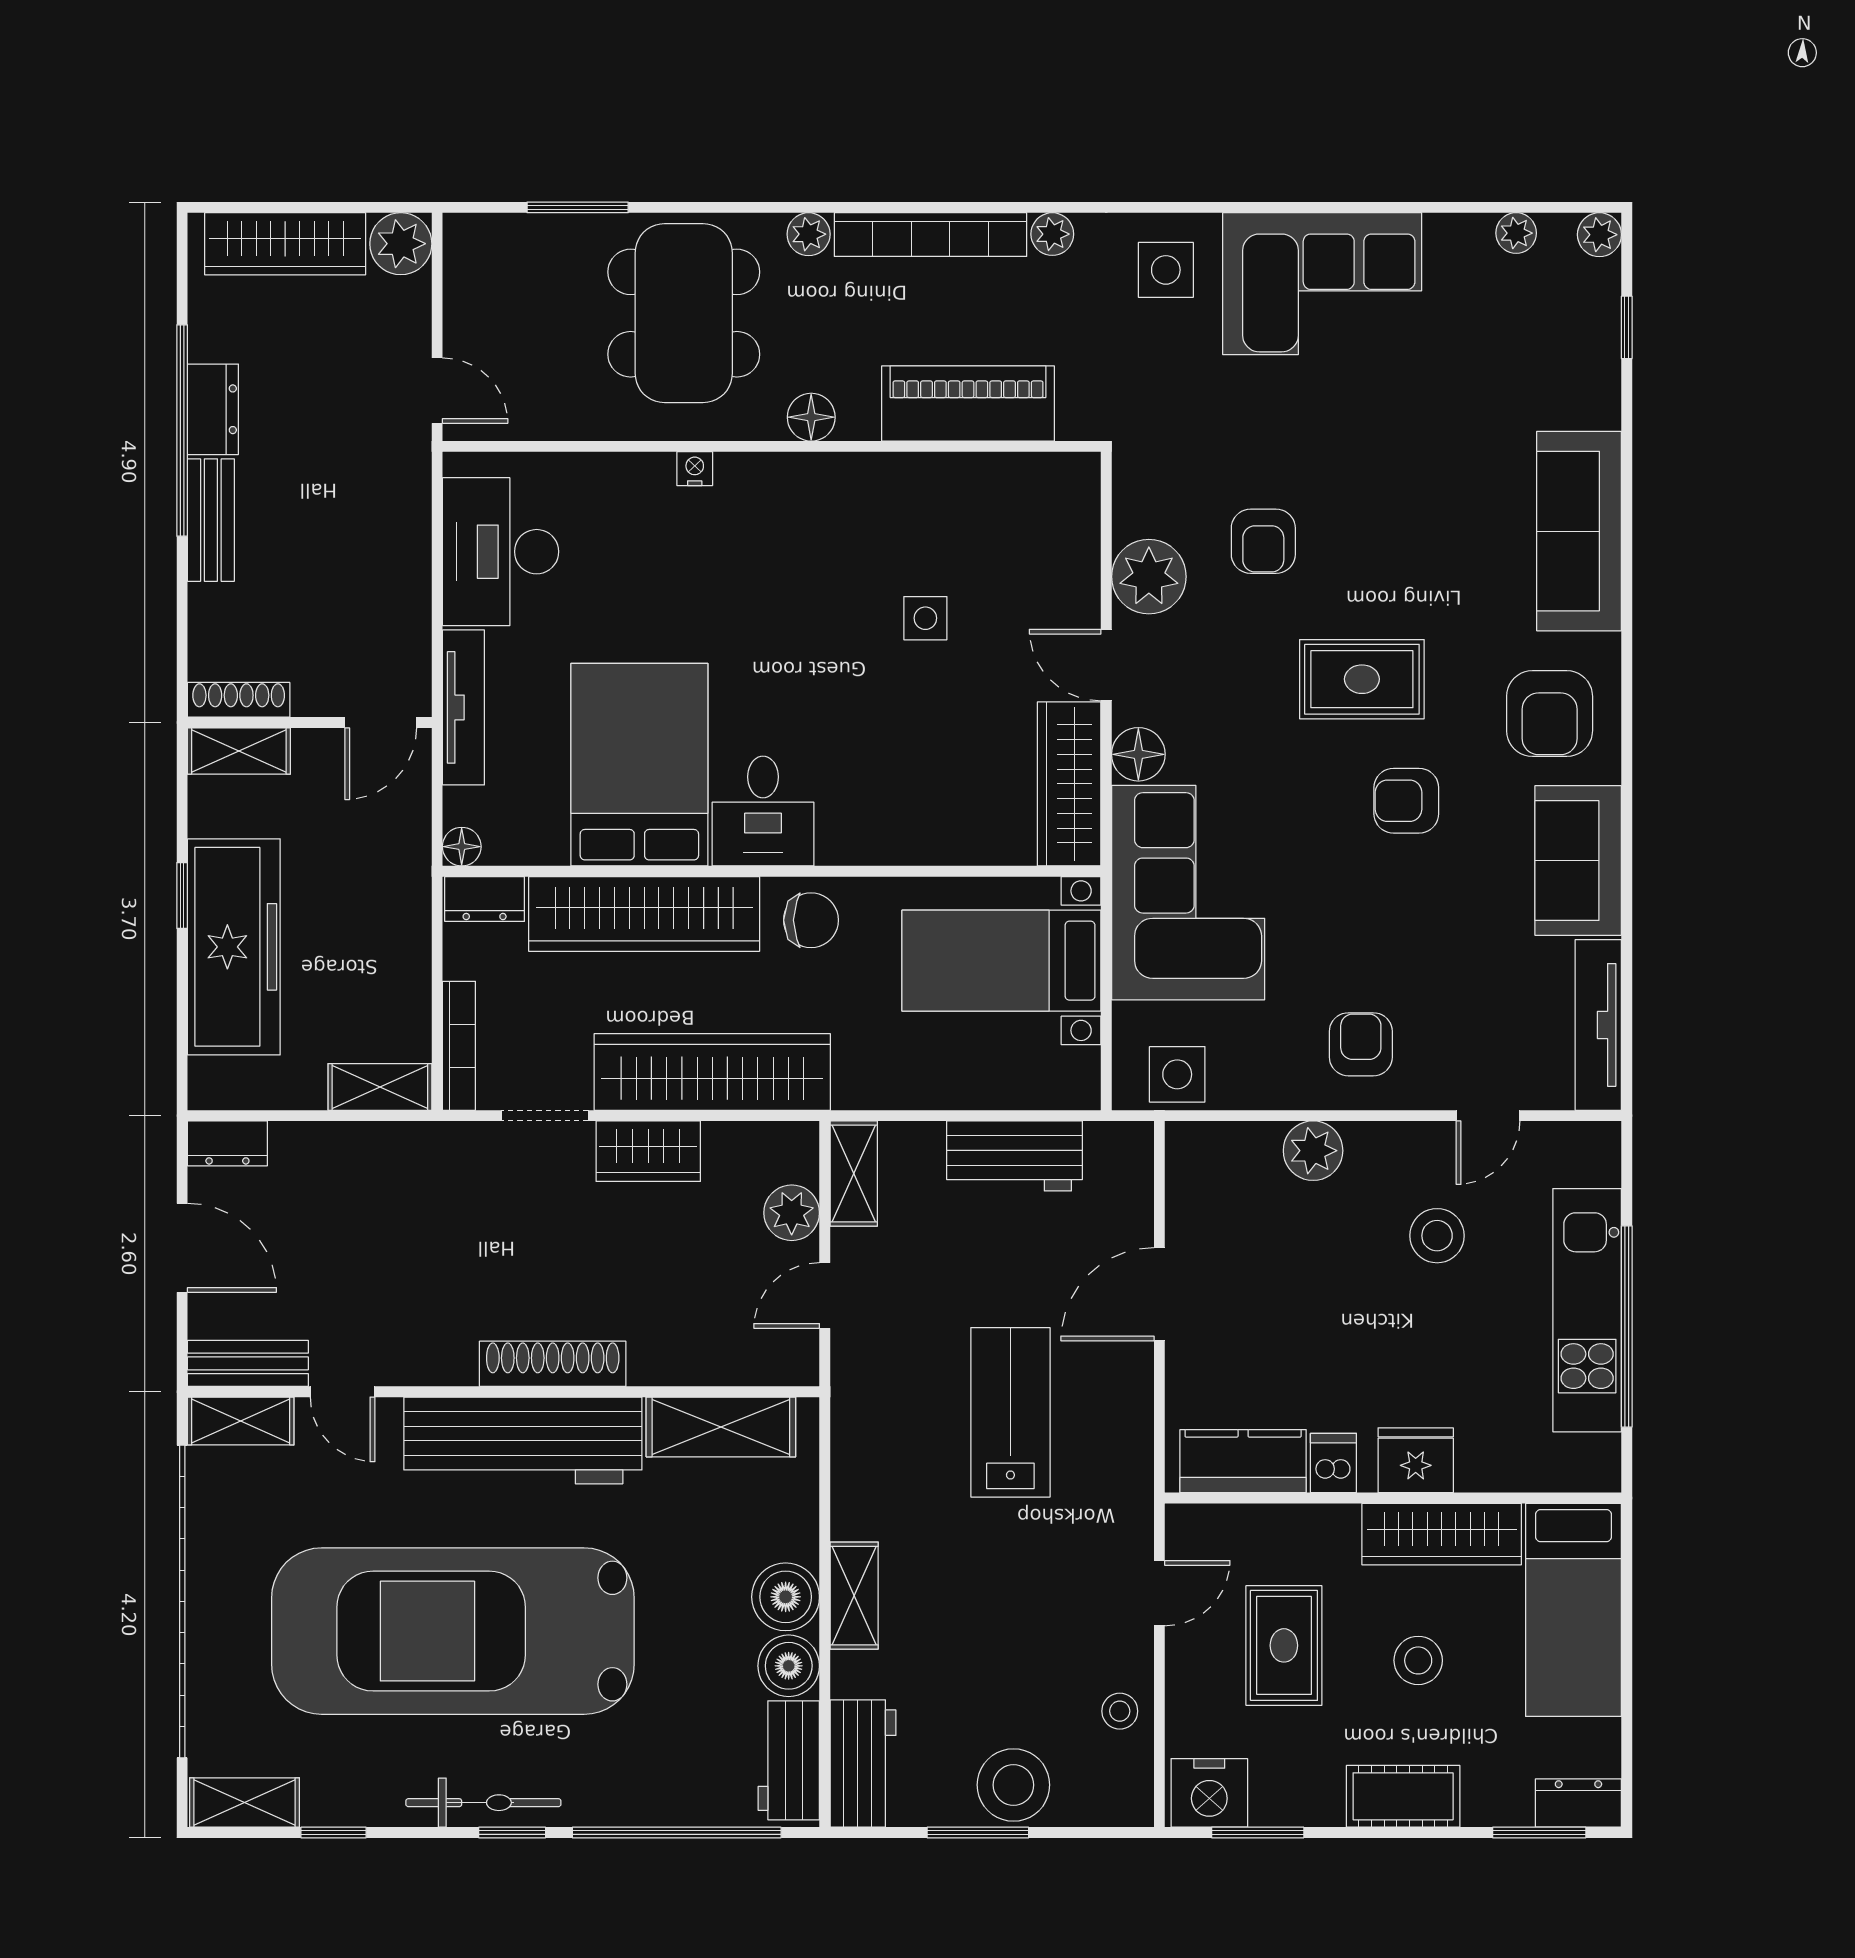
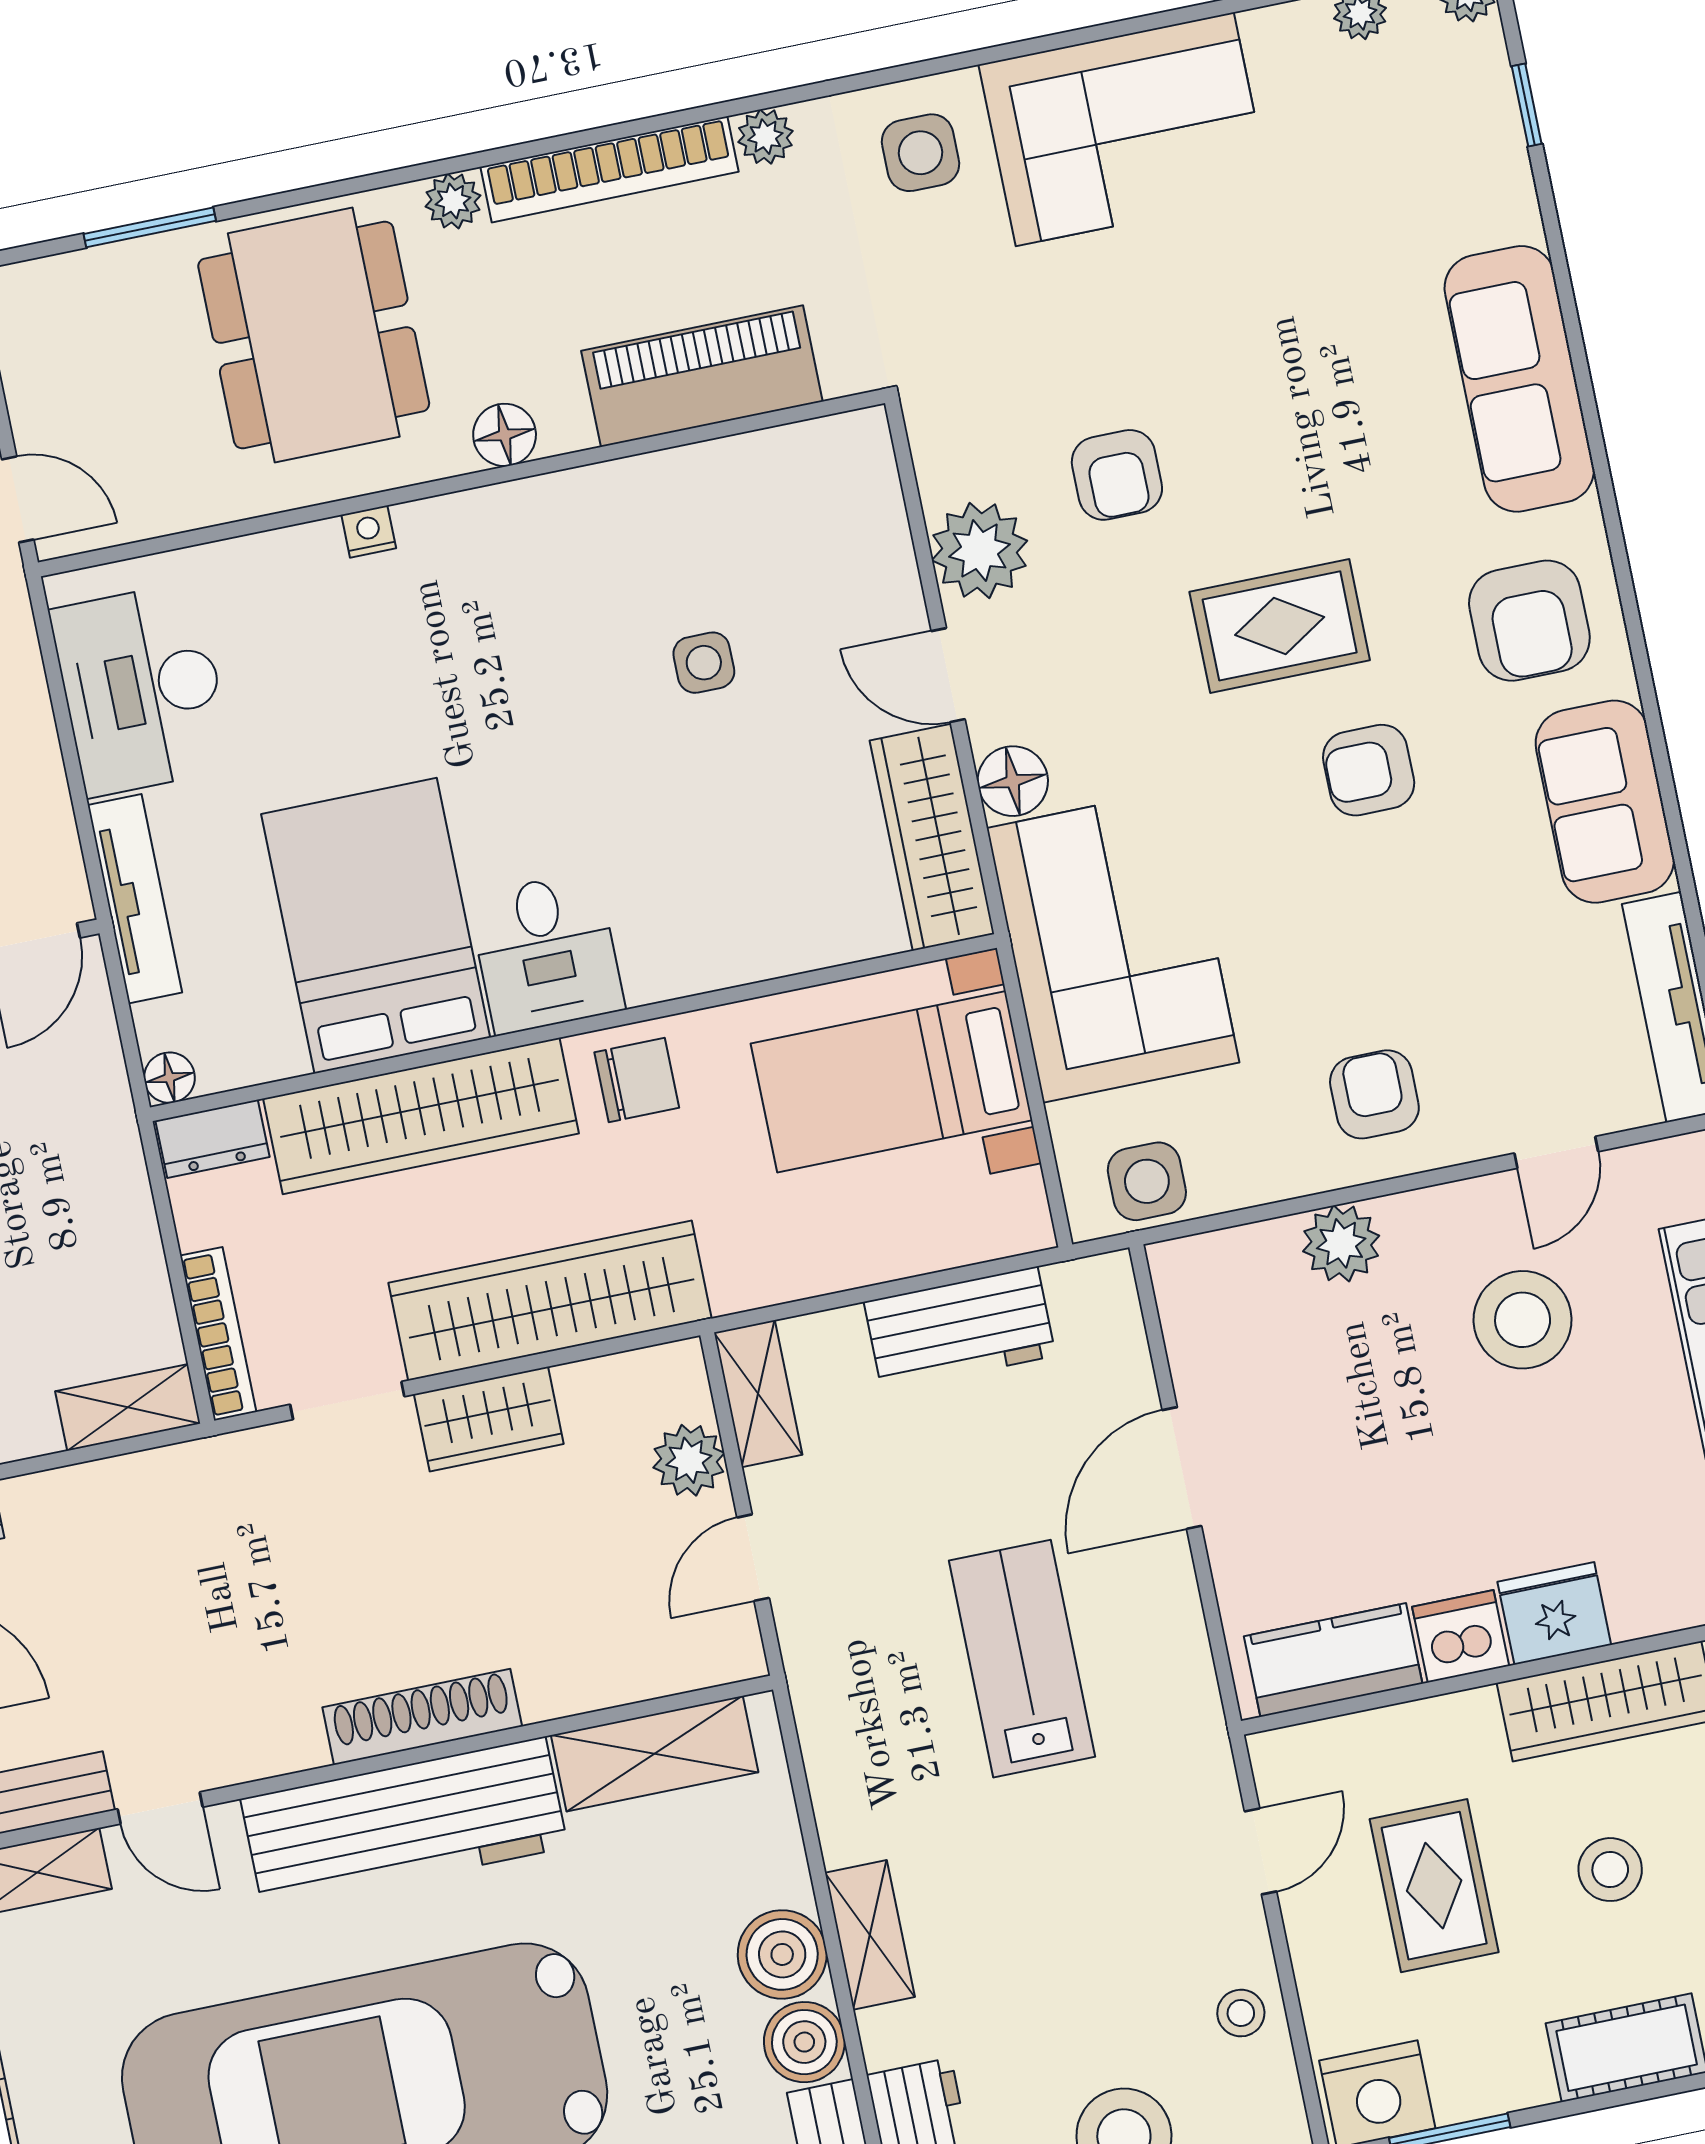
stool: (1437, 1236) -> (1523, 1320), width x1.38, depth x1.38
dishwasher: (1333, 1463) -> (1461, 1636), width x1.38

